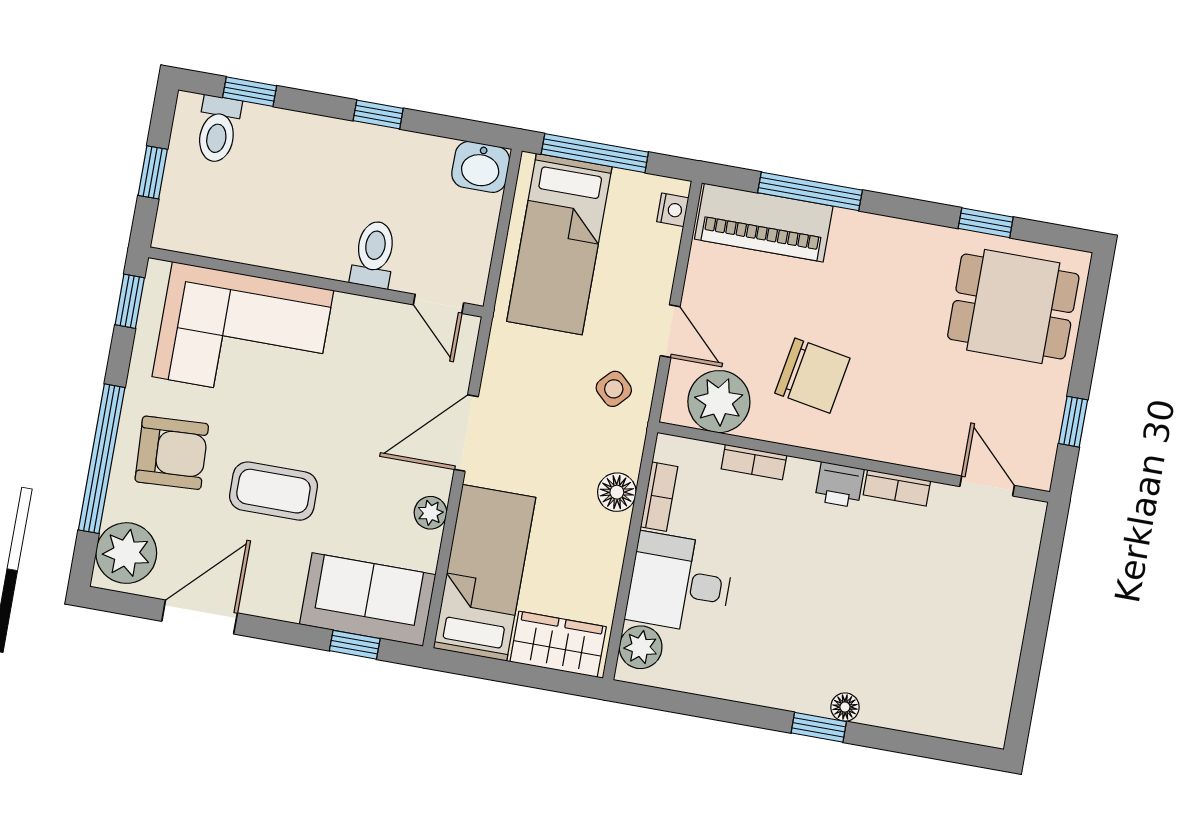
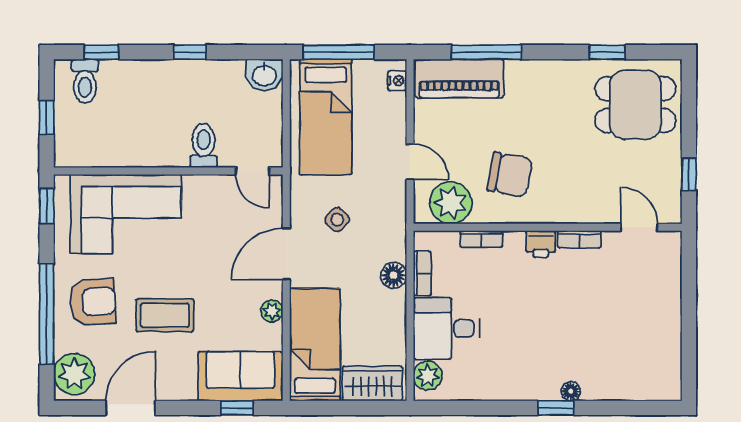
side table: (614, 389) -> (337, 220), moved

